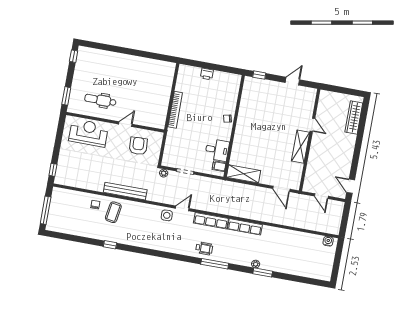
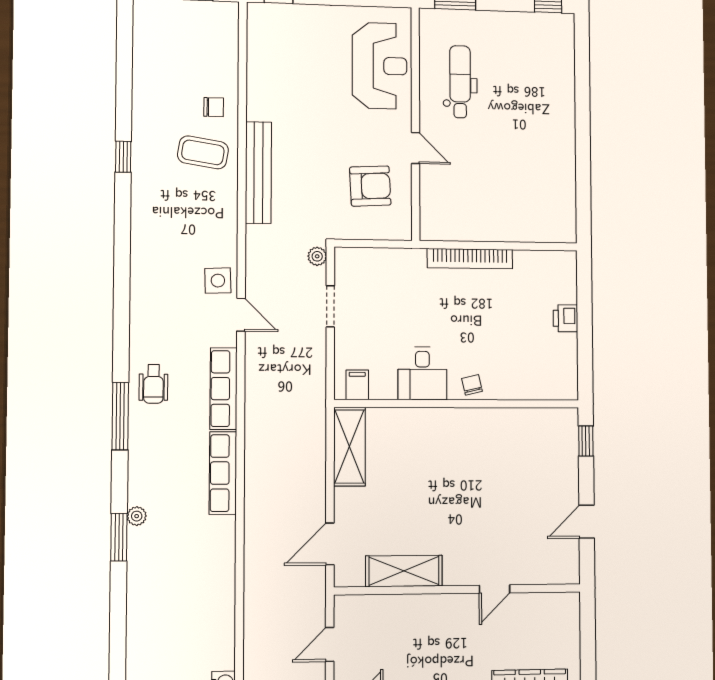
door: (292, 81) -> (587, 522), swing flipped
shelving: (300, 147) -> (404, 571), moved
desk: (217, 150) -> (422, 373), moved

